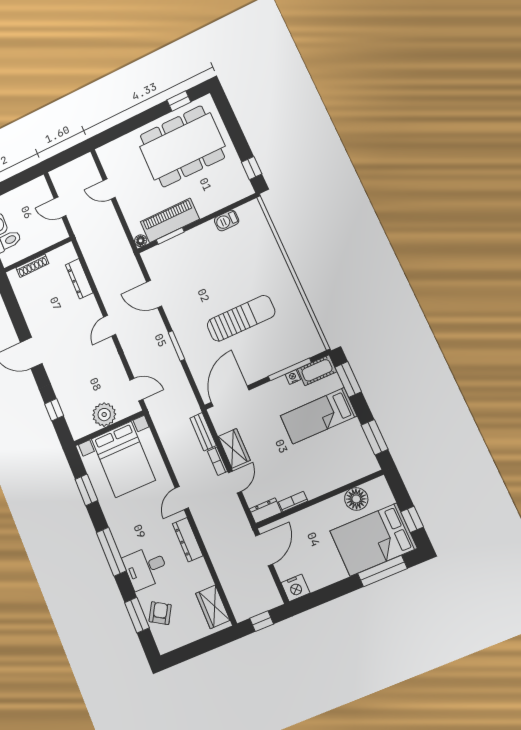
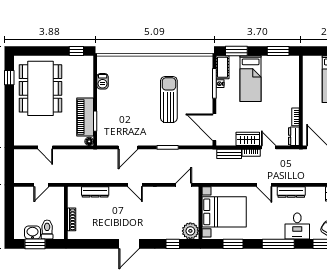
door: (109, 189) -> (45, 147), hinge flipped
plant: (104, 415) -> (190, 231), moved
floor lamp: (356, 499) -> (310, 78), removed

